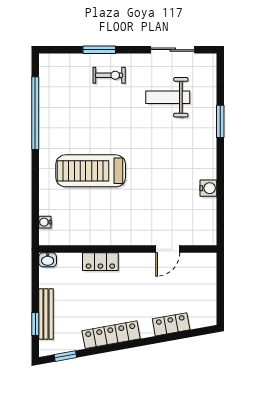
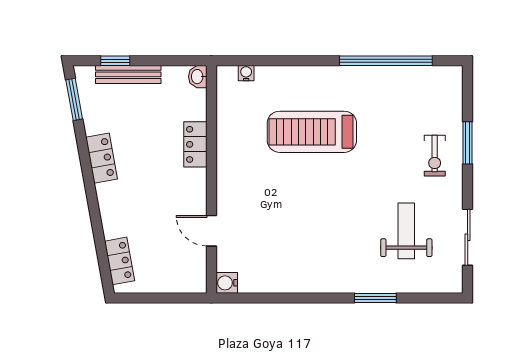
treadmill: (91, 171) -> (312, 132), turned -90
water cooler: (208, 188) -> (227, 283), moved, turned 90
locker: (171, 324) -> (120, 261), moved
locker: (111, 335) -> (102, 158), width x0.66
window: (65, 356) -> (74, 99), width x1.50

